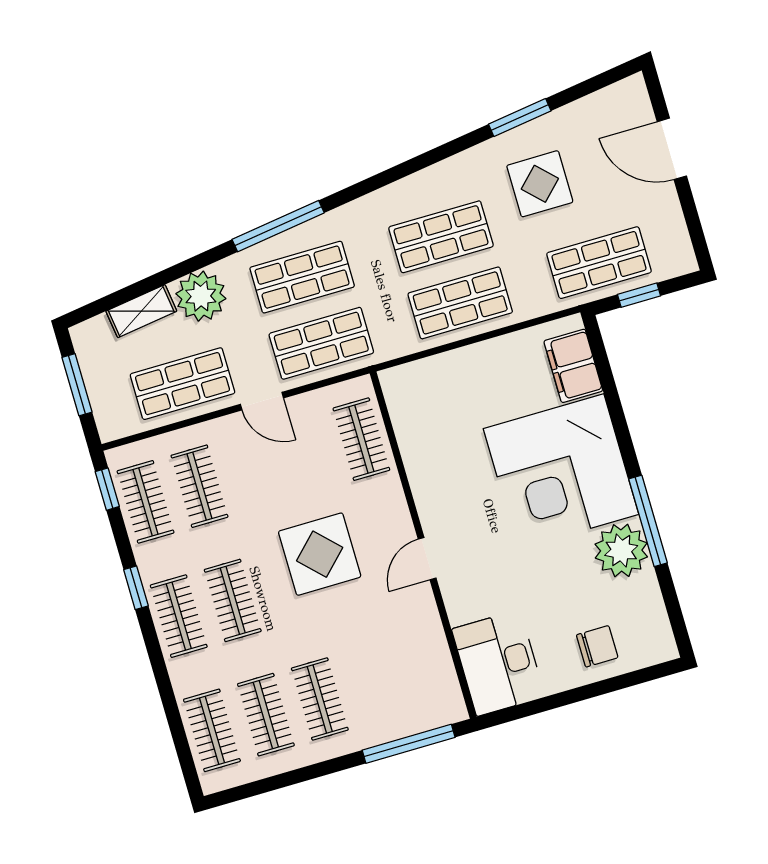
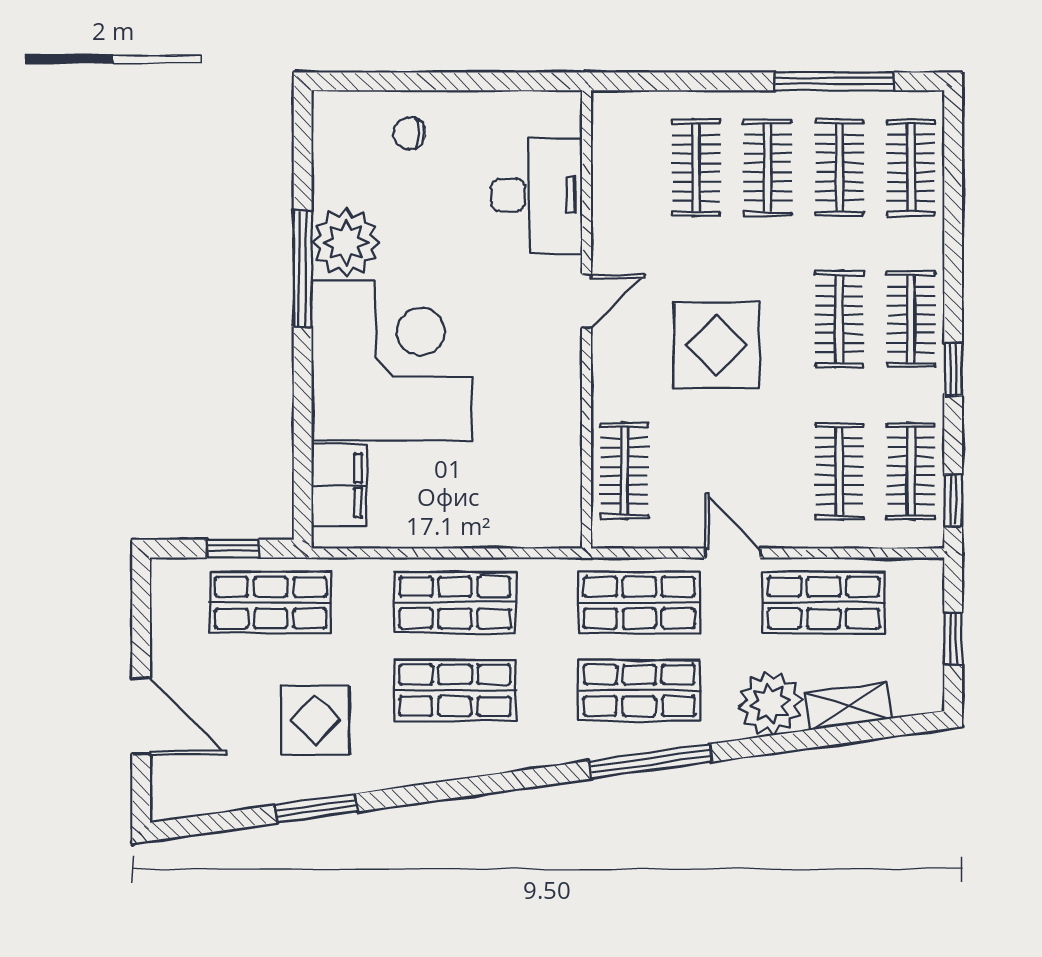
window: (77, 385) -> (953, 639), width x0.67
chair: (597, 646) -> (409, 134), width x0.73, depth x0.73
desk: (498, 663) -> (536, 195), moved
clothes rail: (374, 683) -> (696, 168), added
window: (409, 744) -> (834, 81), moved

